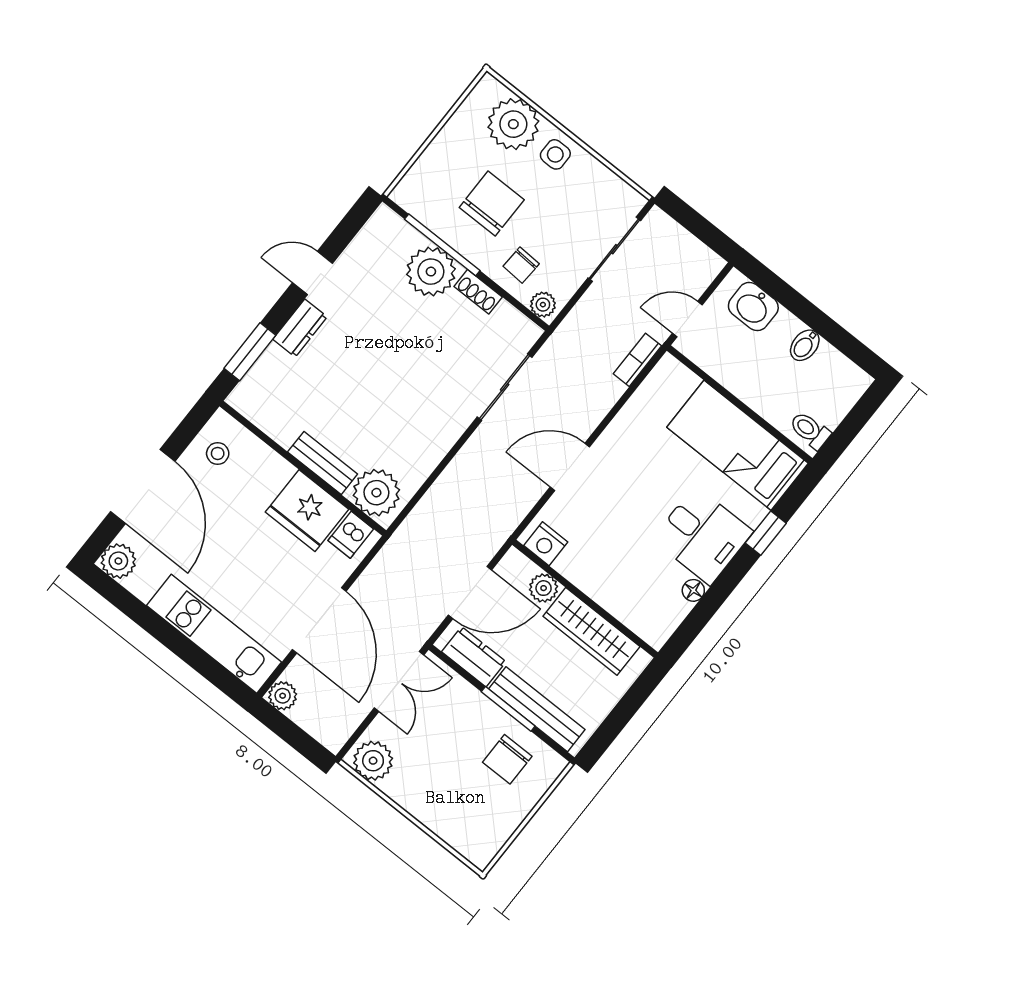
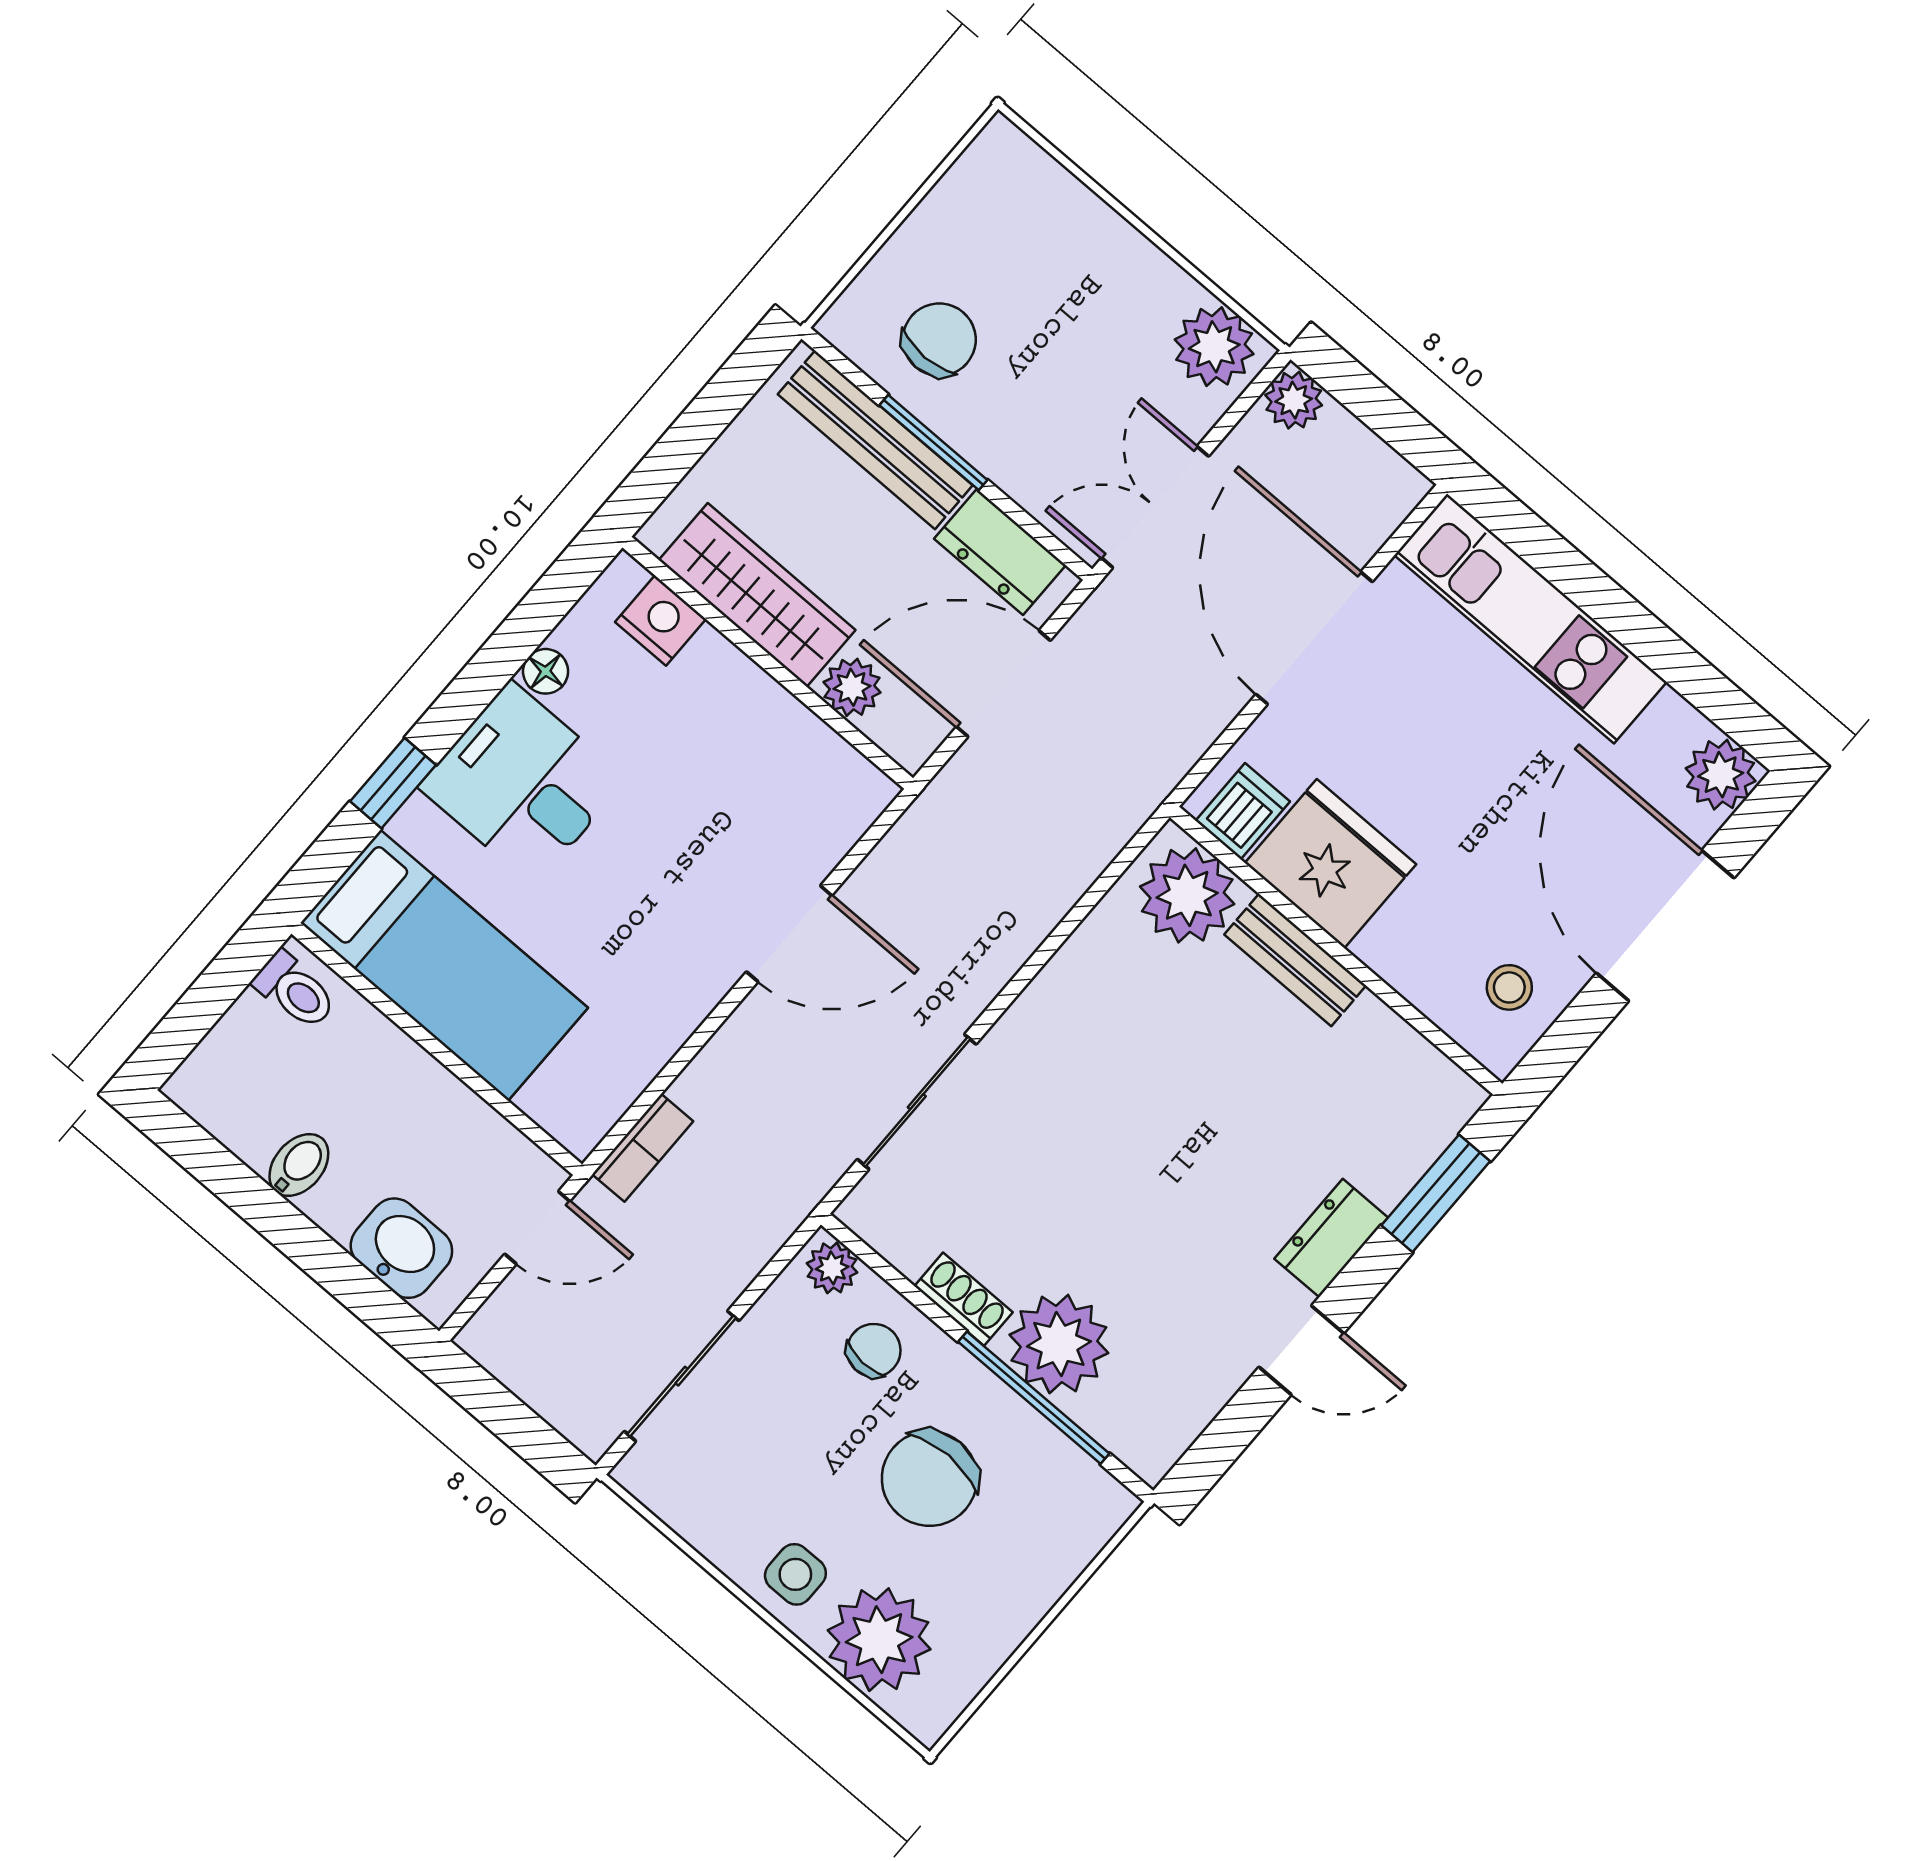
nightstand: (546, 544) -> (660, 620), moved
plant: (283, 696) -> (1294, 400), moved

